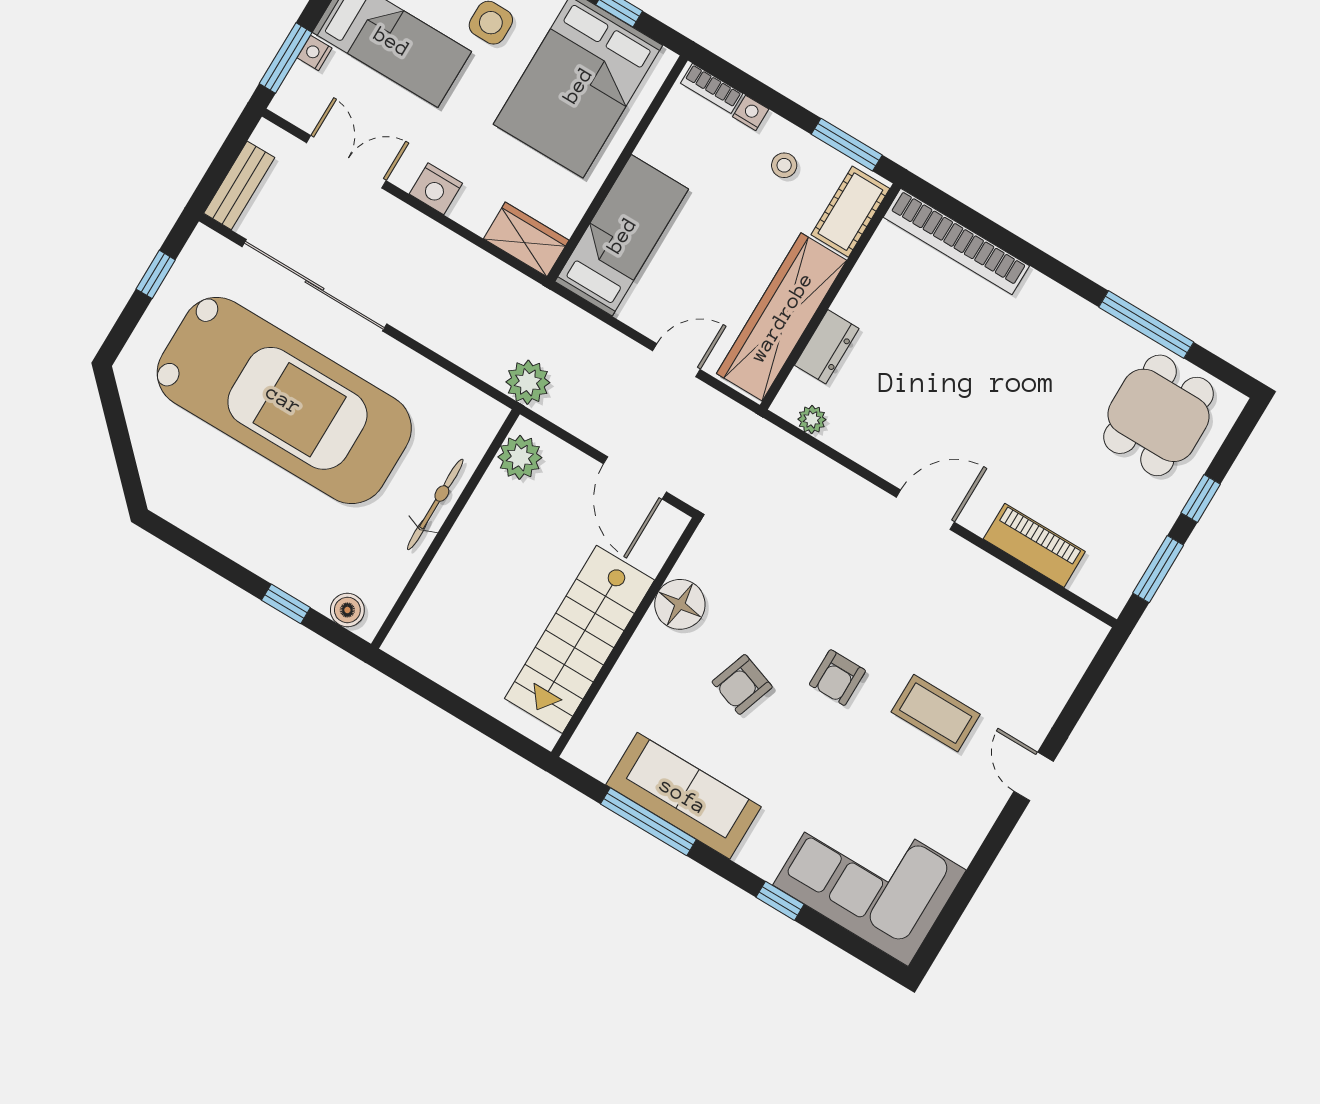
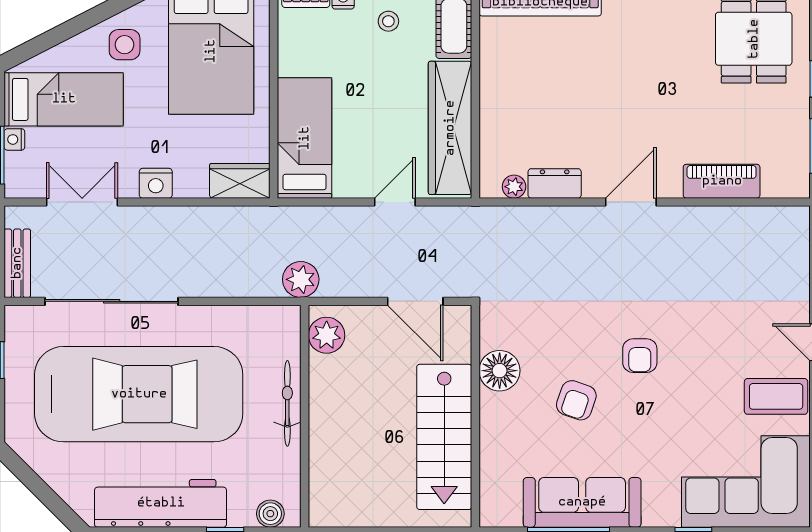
dresser: (827, 347) -> (555, 183), moved, turned -90
workbench: (238, 529) -> (161, 503), added
coffee table: (936, 713) -> (776, 396), moved

